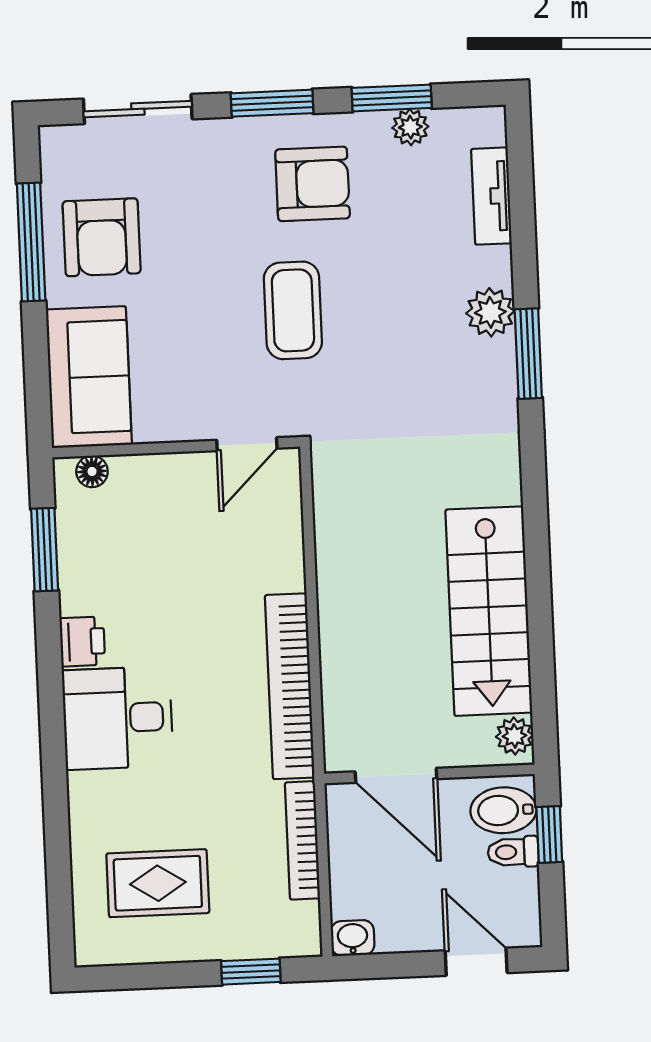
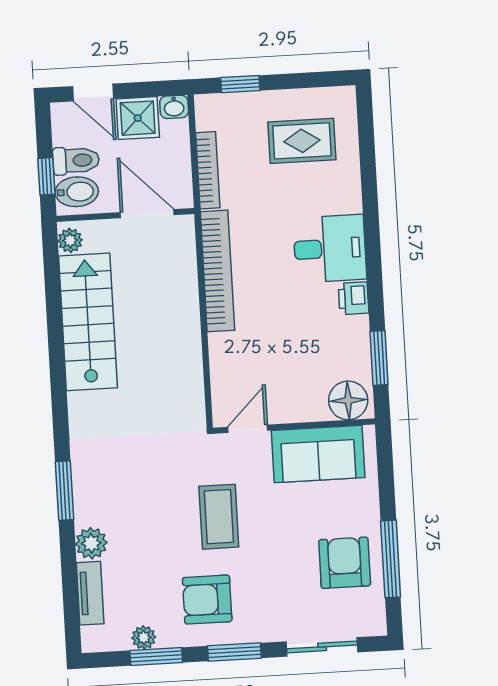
plant: (490, 312) -> (91, 543), moved
sofa: (89, 377) -> (318, 454), moved, turned -90
floor lamp: (92, 471) -> (348, 400), width x1.89, depth x1.89
toilet: (513, 852) -> (76, 160), width x1.37, depth x1.39
shower: (408, 922) -> (138, 118), added

